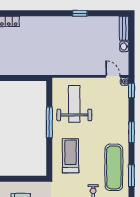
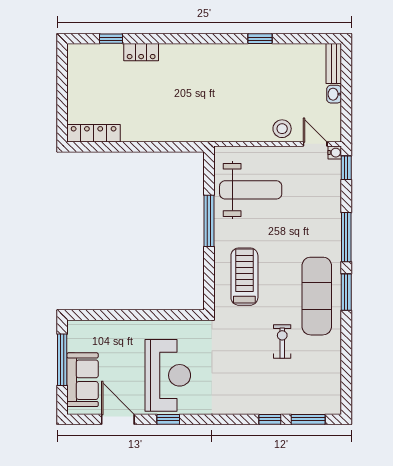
stool: (93, 67) -> (282, 129), added
weight bench: (74, 104) -> (251, 190), turned 90
window: (131, 132) -> (346, 237), width x1.44
window: (131, 176) -> (346, 292), moved

